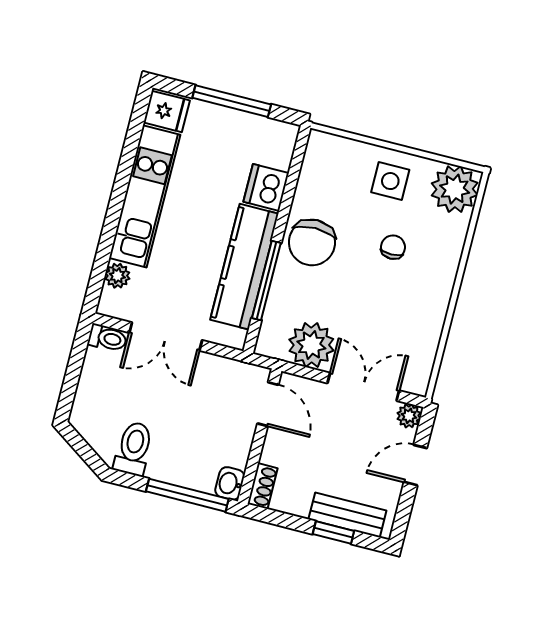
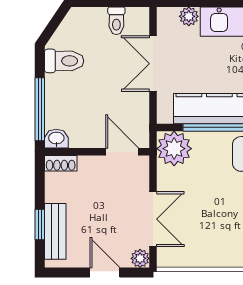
toilet: (107, 338) -> (116, 21), moved
plant: (311, 345) -> (174, 149), moved
door: (268, 404) -> (122, 152), swing flipped

